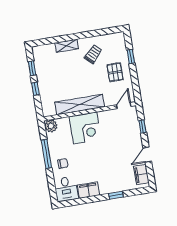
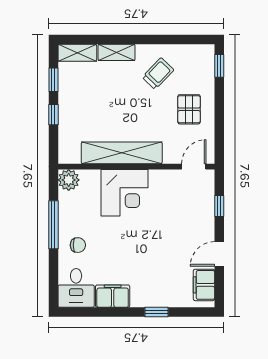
shelving: (44, 50) -> (77, 53), added
window: (131, 57) -> (219, 66), moved

